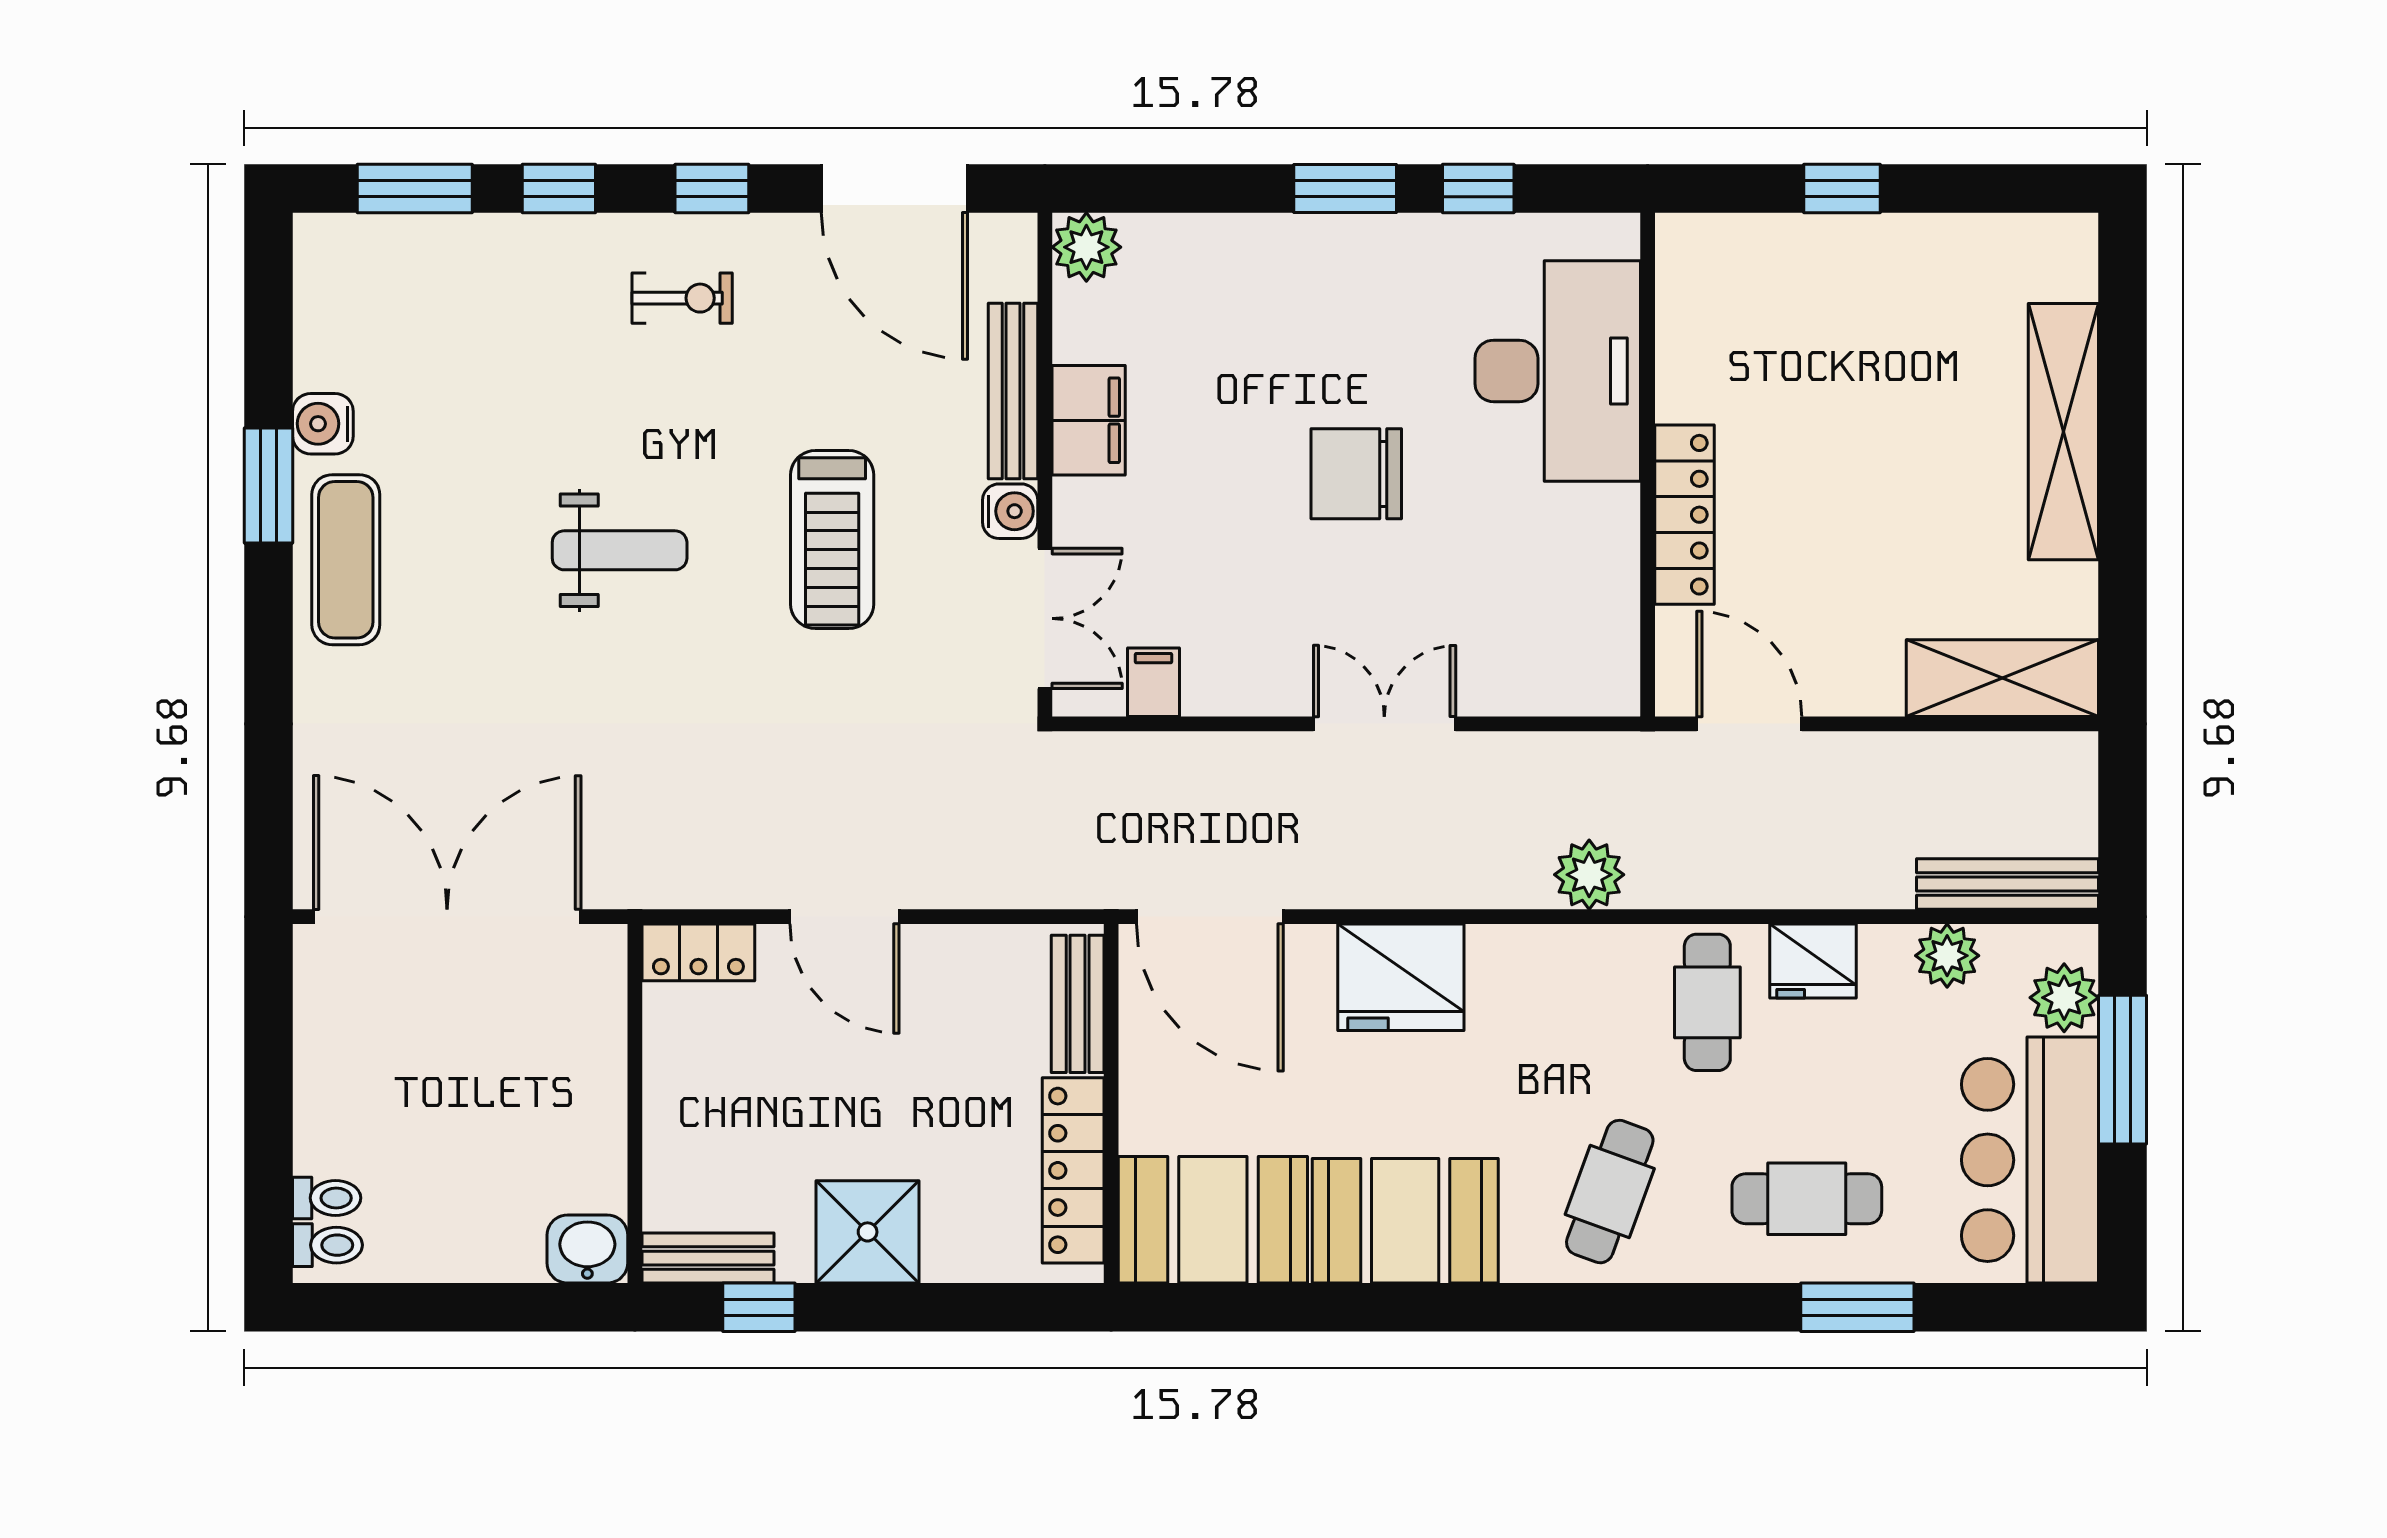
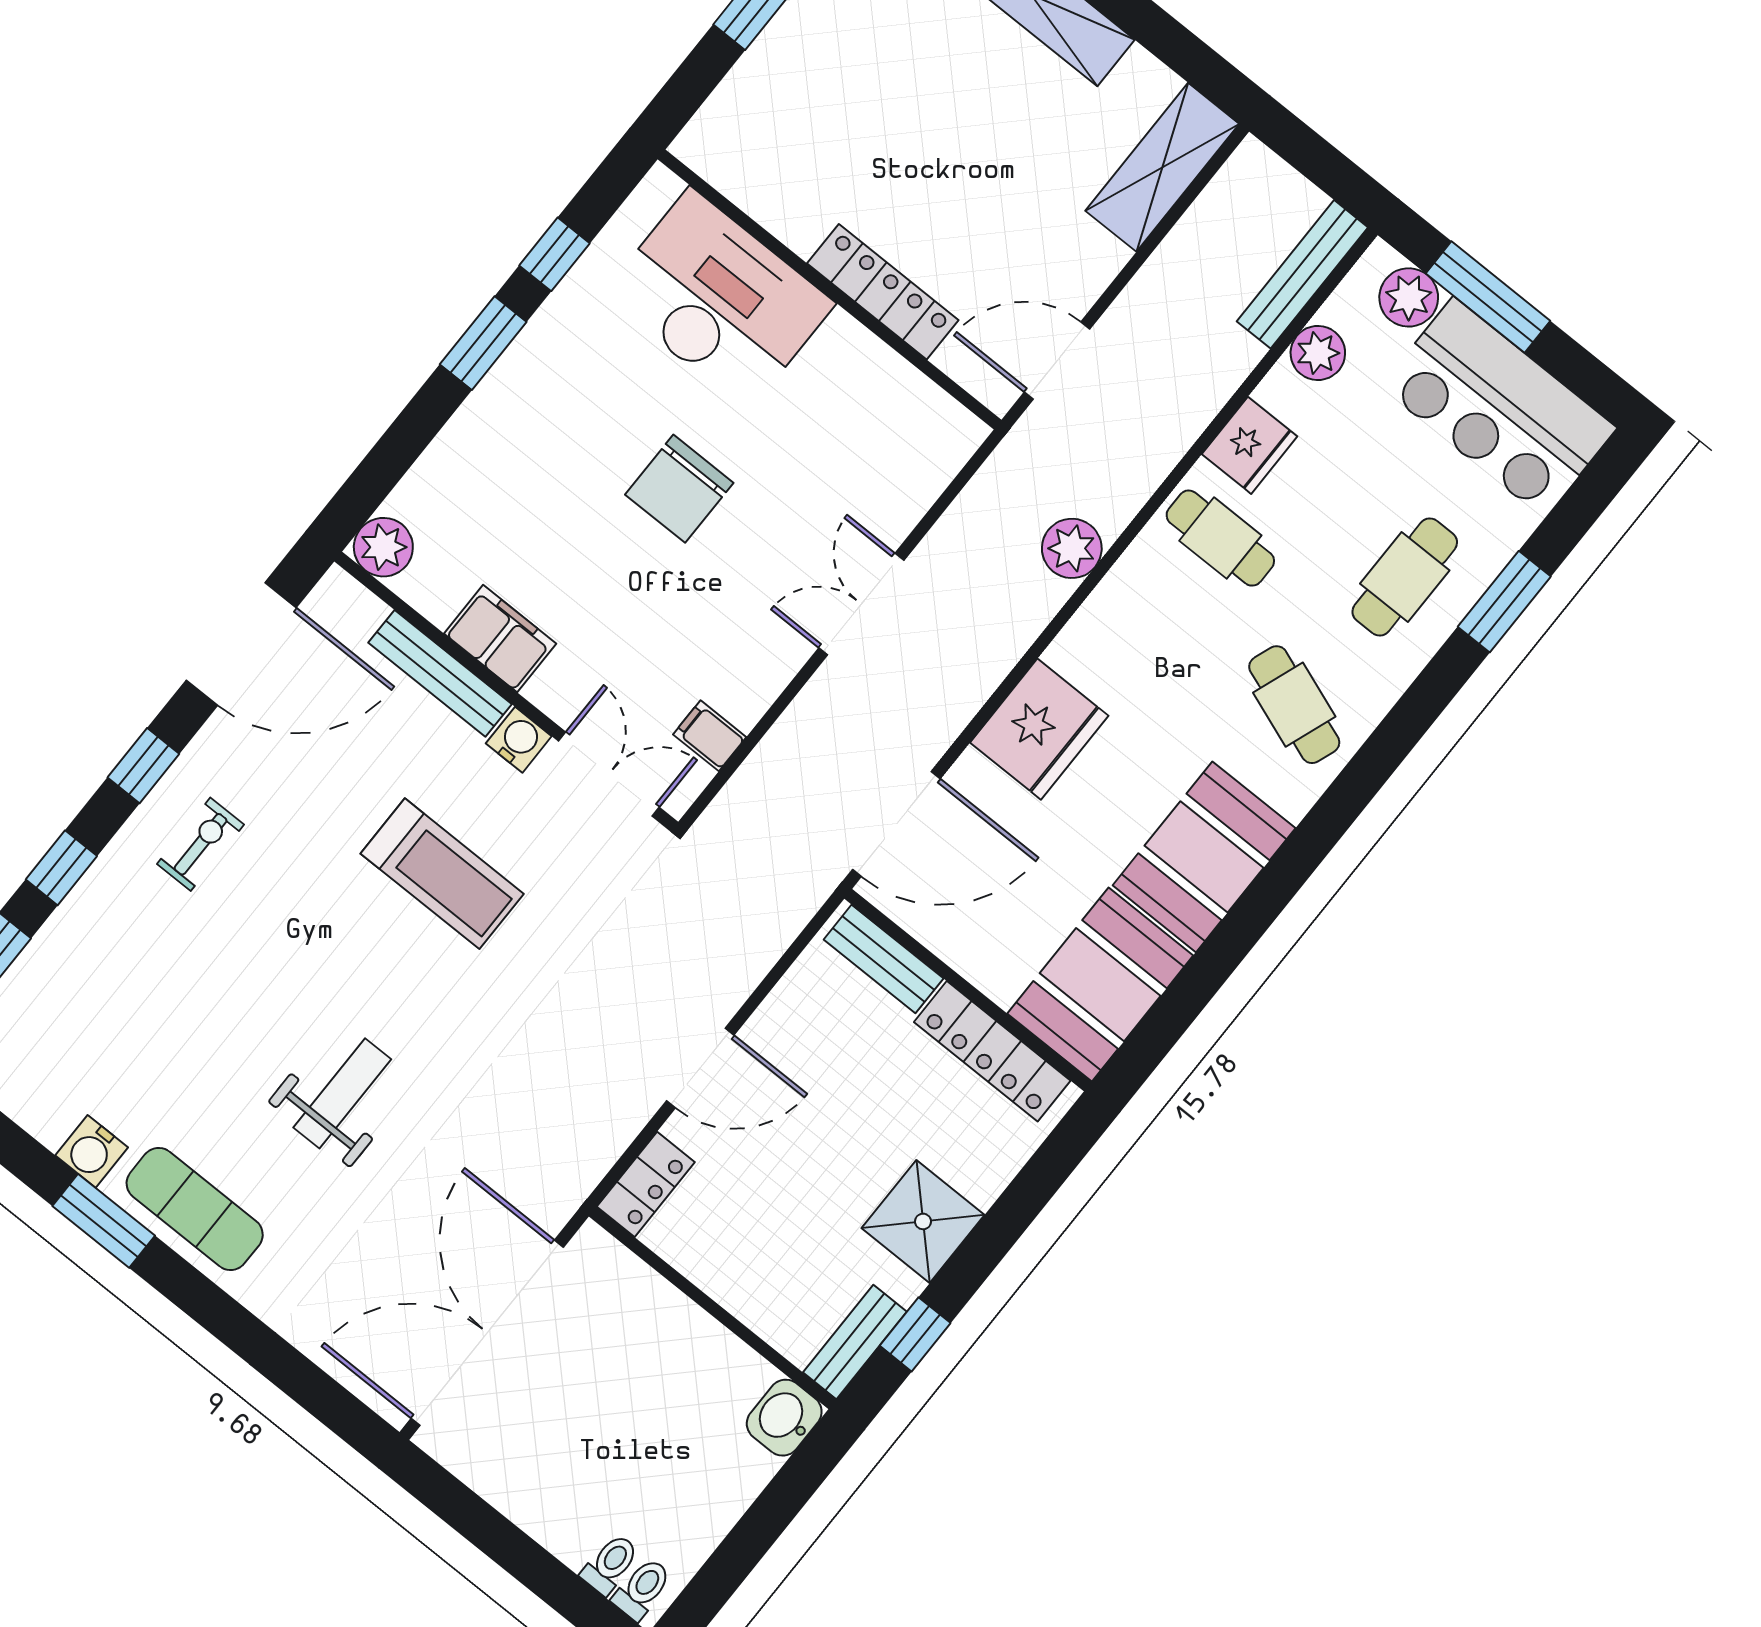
weight bench: (620, 550) -> (342, 1093), moved

